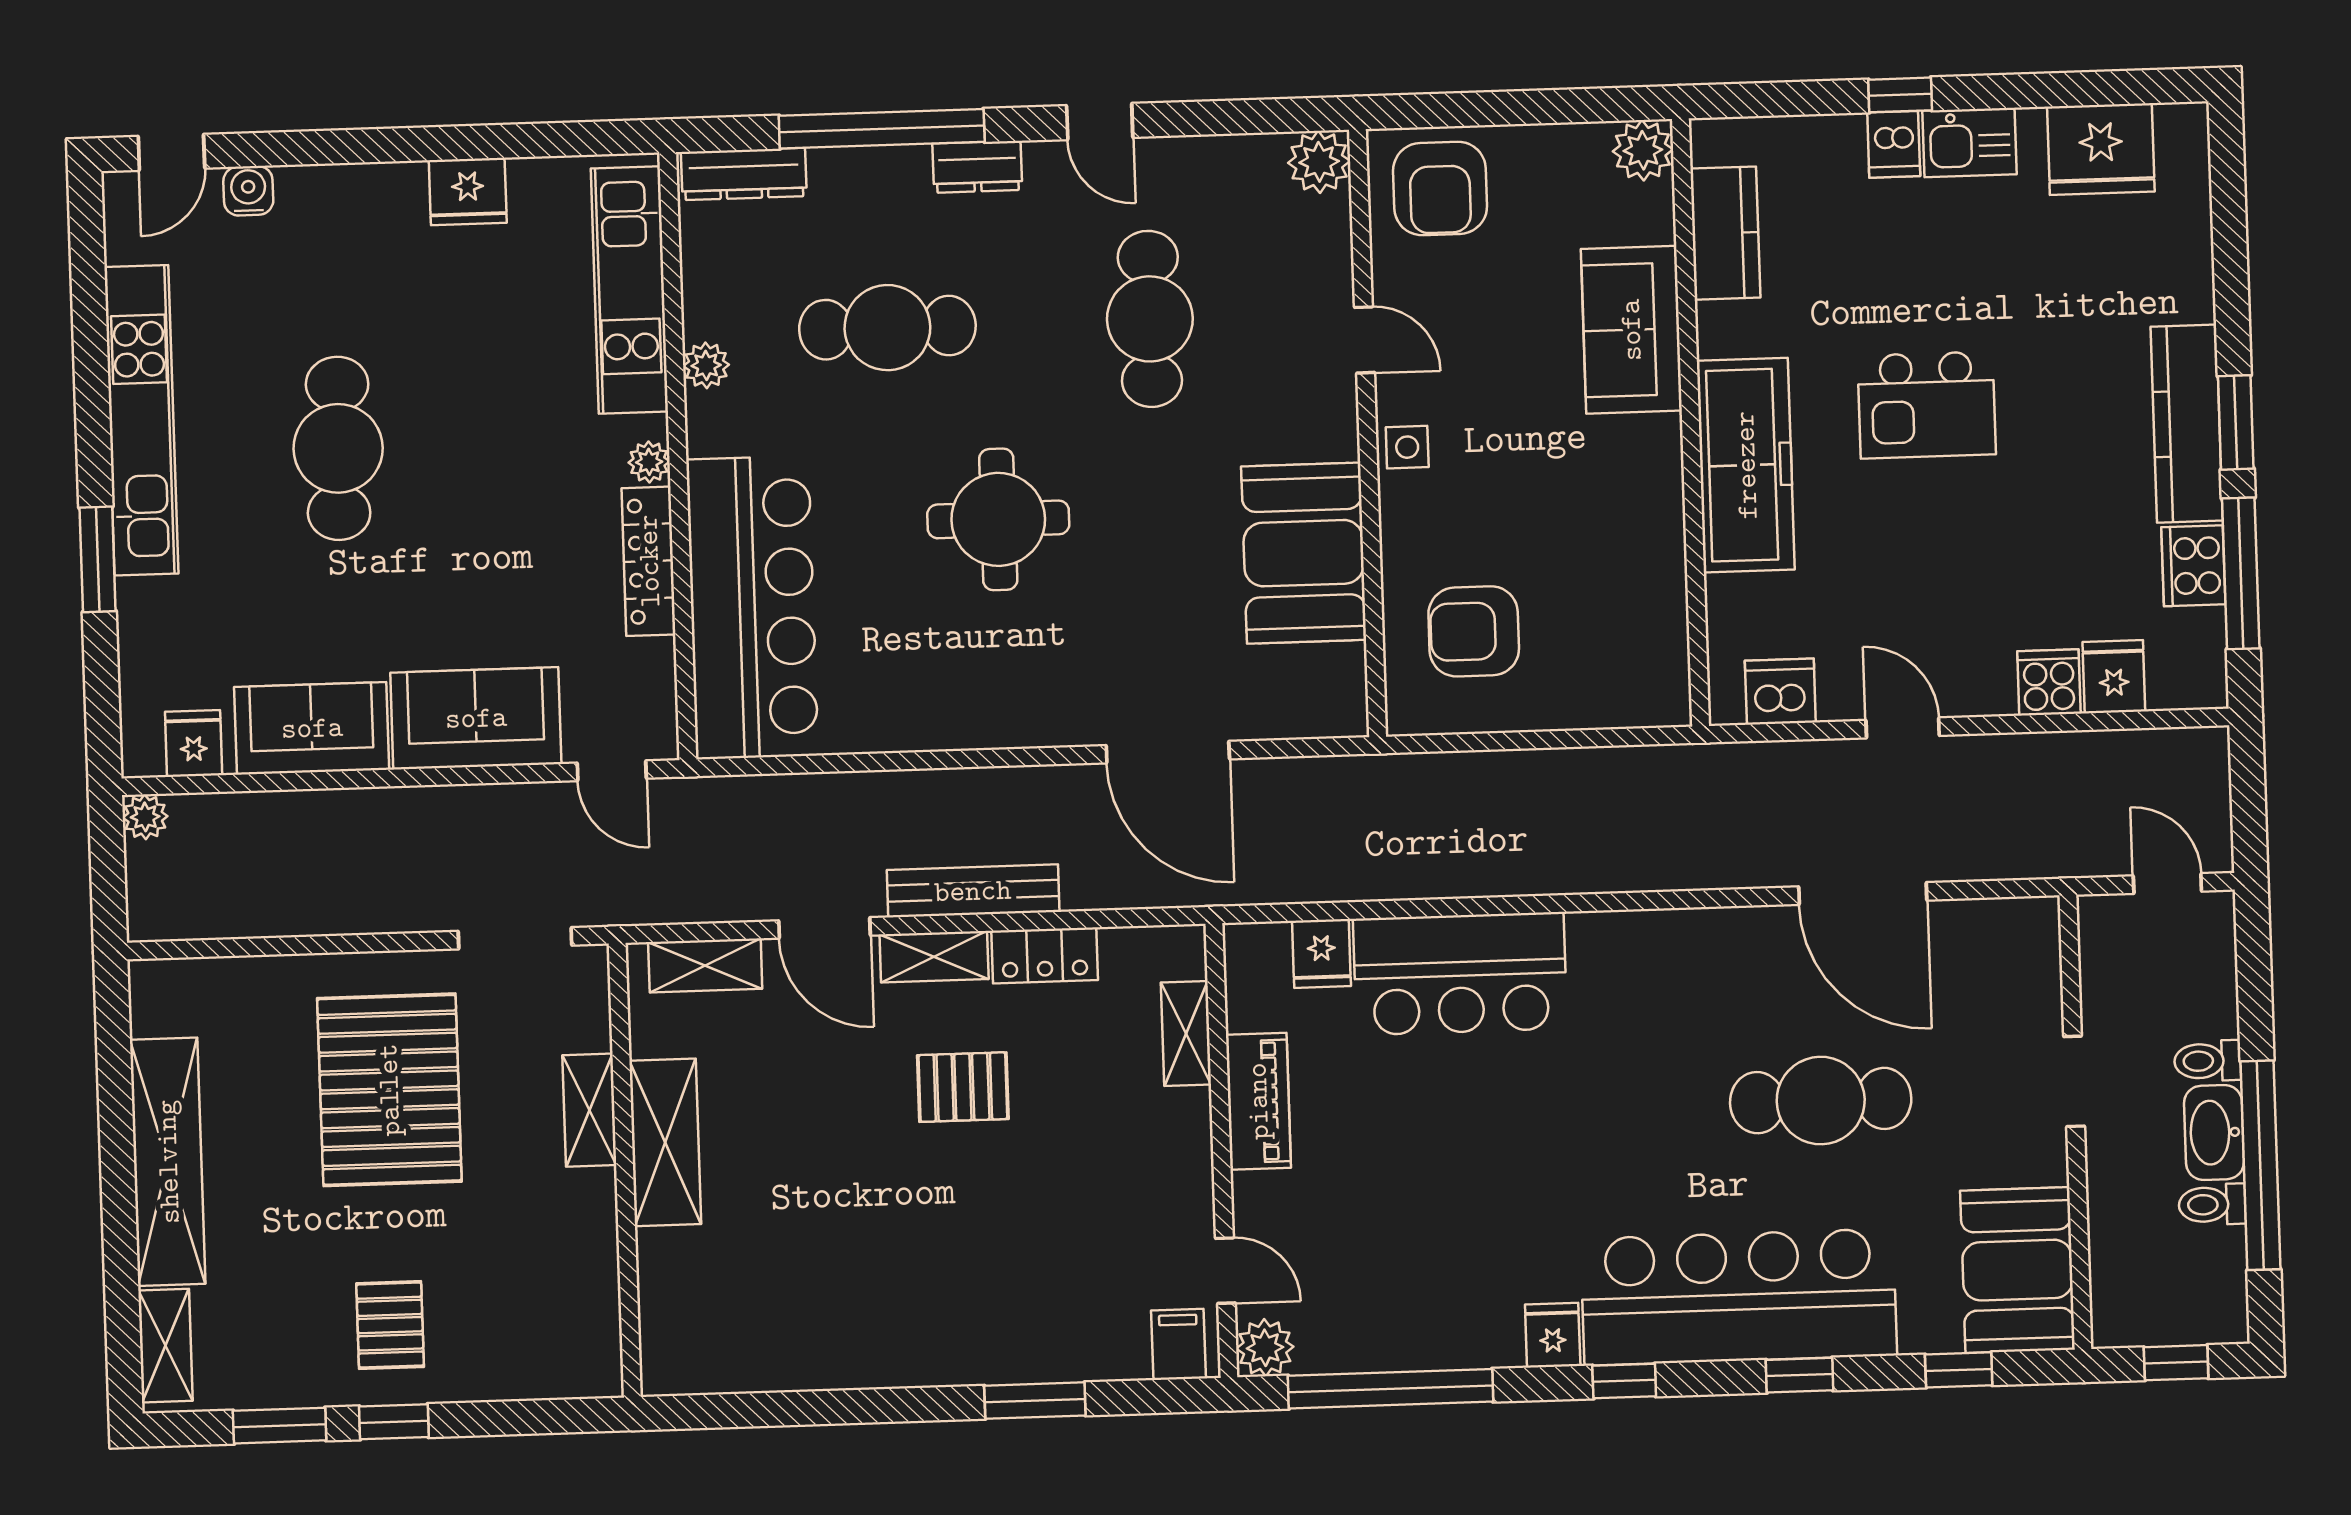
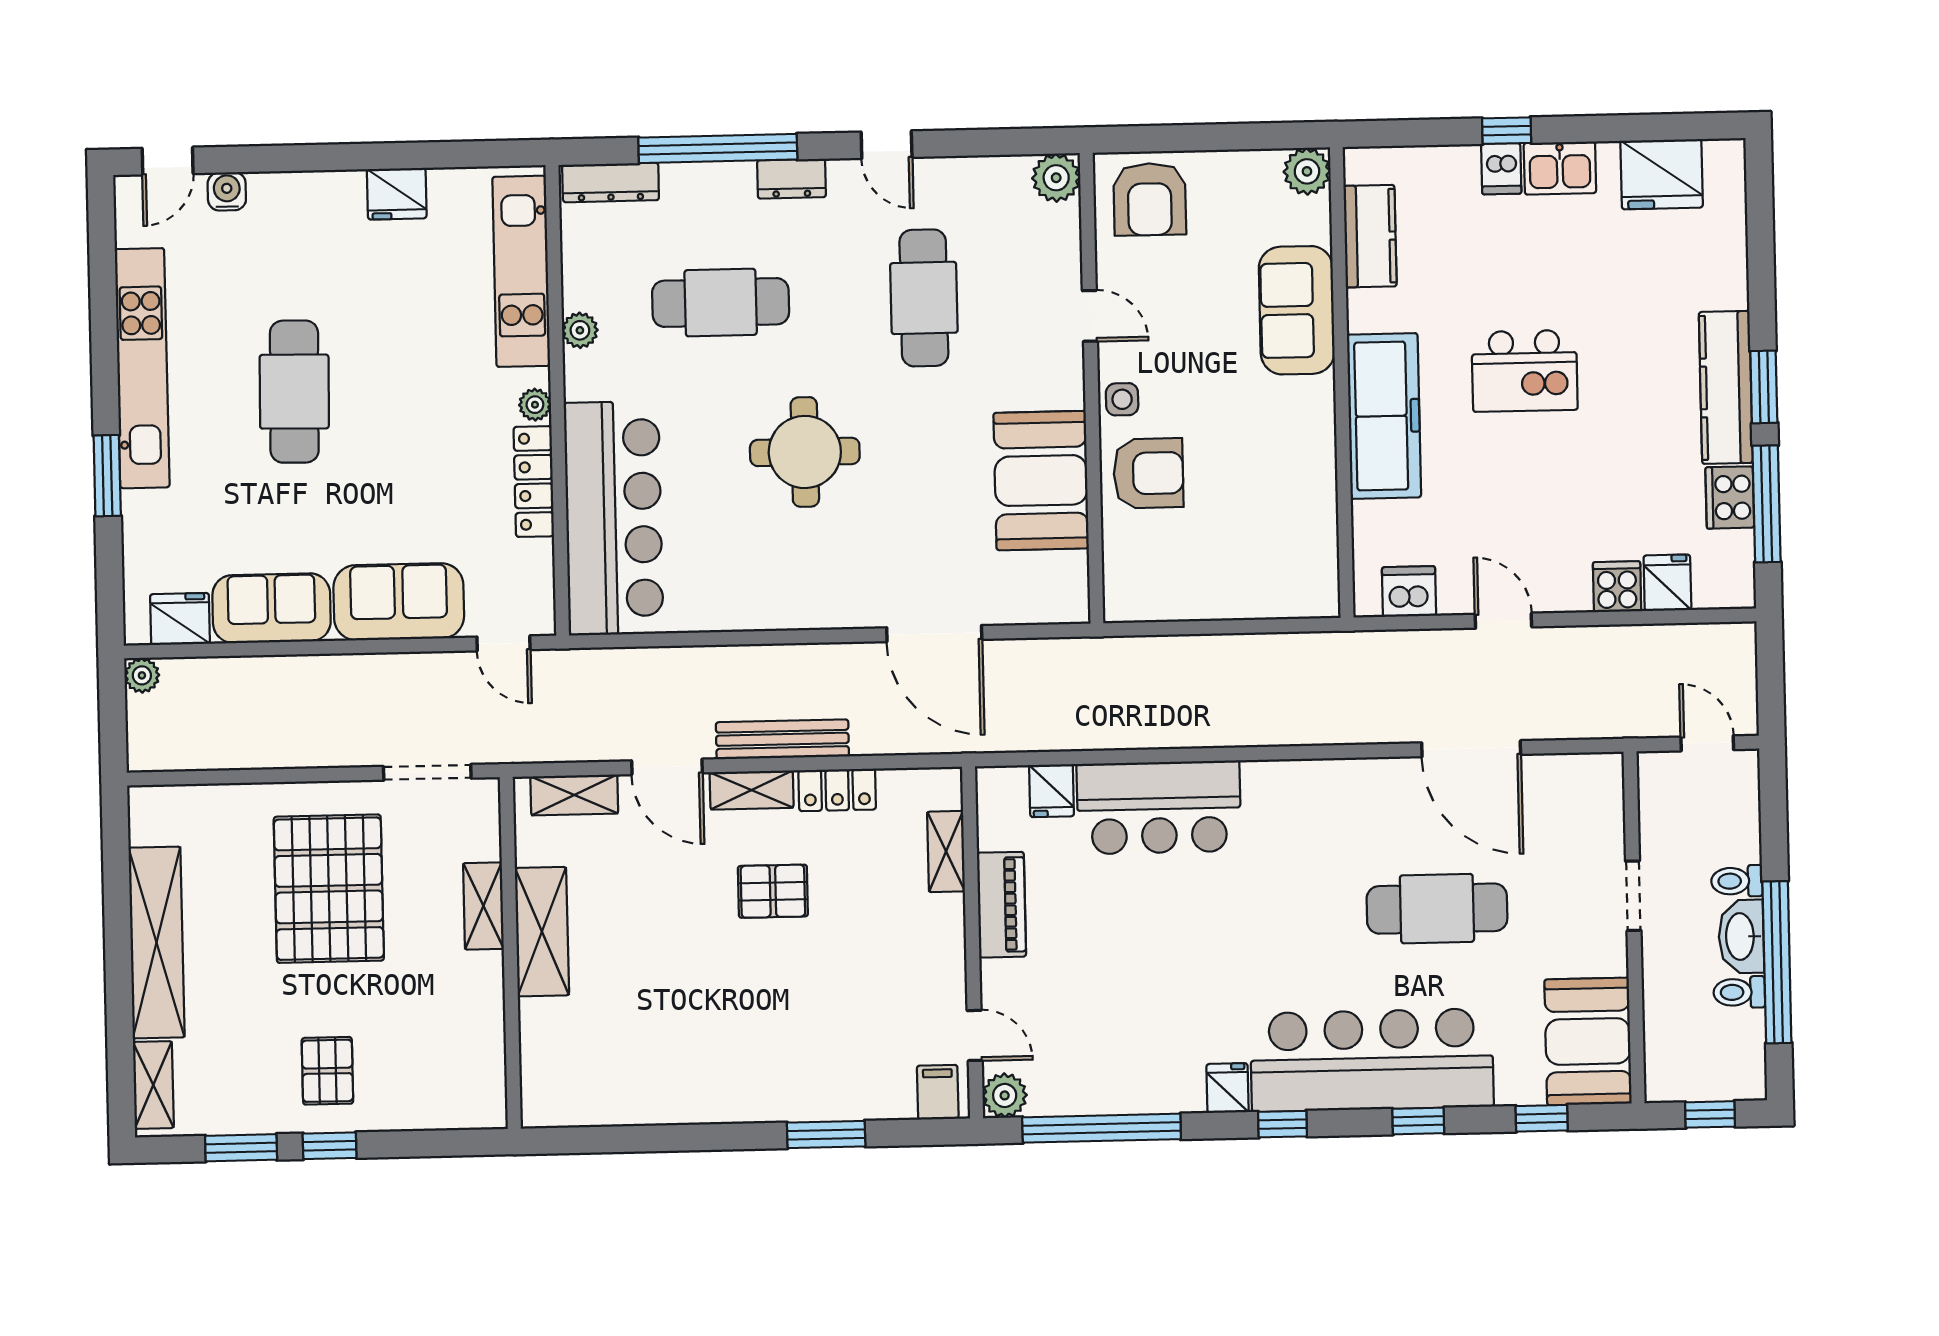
armchair: (1474, 631) -> (1148, 473), moved, turned 180
fridge: (194, 743) -> (180, 619), width x1.38

